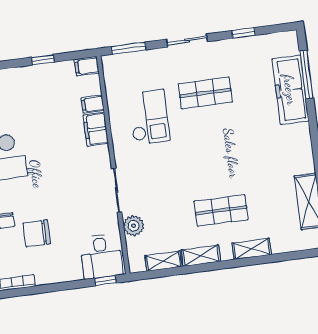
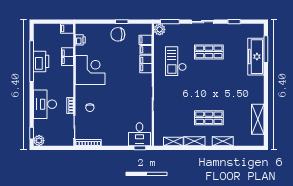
filing cabinet: (87, 66) -> (145, 40), moved
checkout: (149, 117) -> (176, 61), turned 180
plant: (134, 226) -> (160, 29), moved
chair: (37, 233) -> (118, 34), moved

